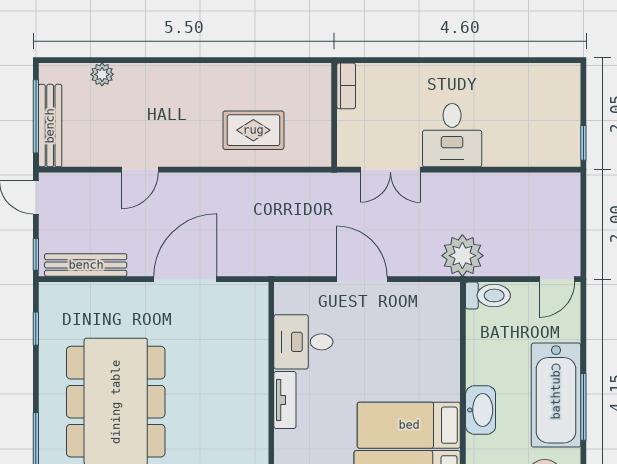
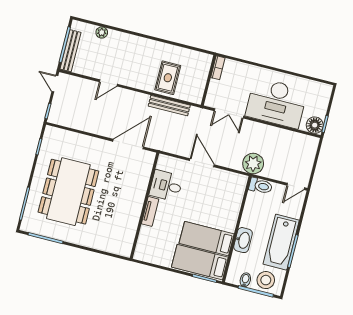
rug: (253, 130) -> (168, 78), turned 90
desk: (452, 135) -> (276, 103), width x1.87, depth x1.30
floor lamp: (564, 150) -> (315, 125), added
bench: (86, 265) -> (169, 106), moved
door: (185, 279) -> (128, 144), moved

